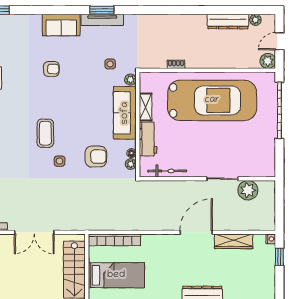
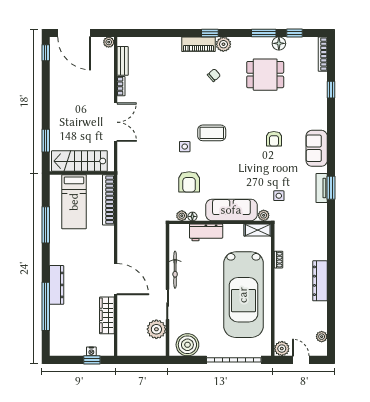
tv unit: (102, 20) -> (322, 188), width x0.71
dresser: (228, 22) -> (320, 281), moved
shelving: (146, 107) -> (258, 230), moved
boiler: (264, 158) -> (187, 345), added
bicycle: (167, 171) -> (175, 270), moved
double door: (34, 232) -> (116, 122), swing flipped
nightstand: (271, 239) -> (91, 351), moved

